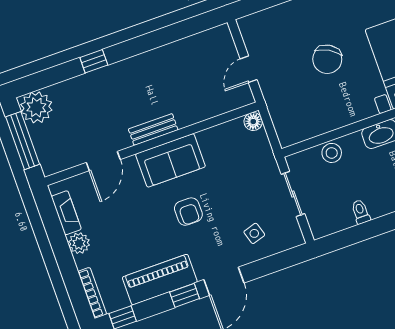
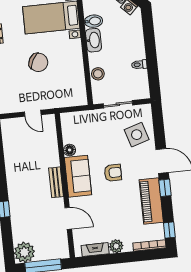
floor lamp: (253, 122) -> (70, 150), moved
side table: (254, 233) -> (137, 135), width x1.87, depth x1.87

